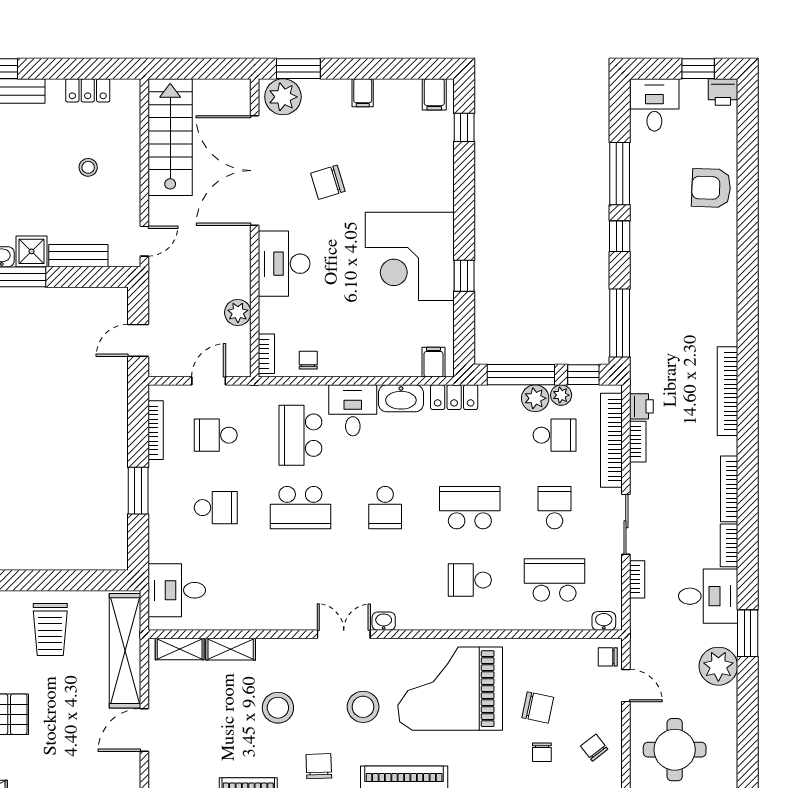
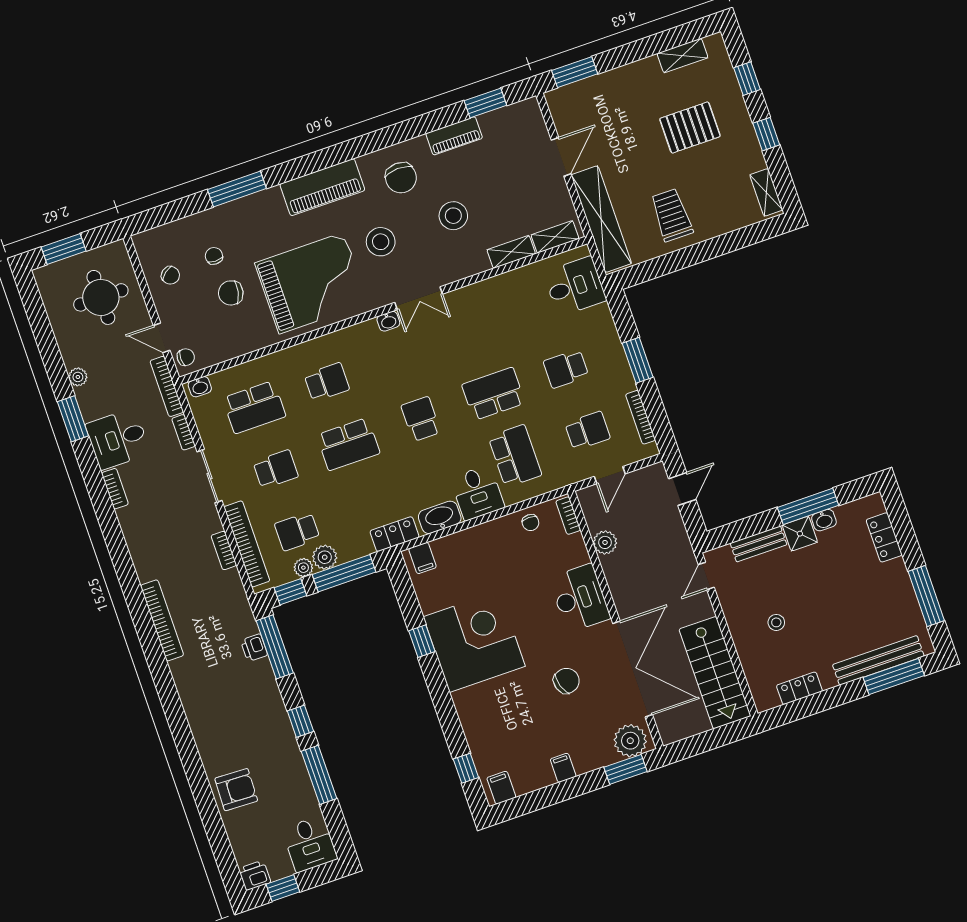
printer: (641, 406) -> (254, 648), moved
bookcase: (729, 489) -> (167, 386), moved, turned 180
school desk: (555, 508) -> (276, 469), turned -90
plant: (718, 666) -> (78, 377), width x0.53, depth x0.53
chair: (319, 766) -> (401, 178), width x1.37, depth x1.37

